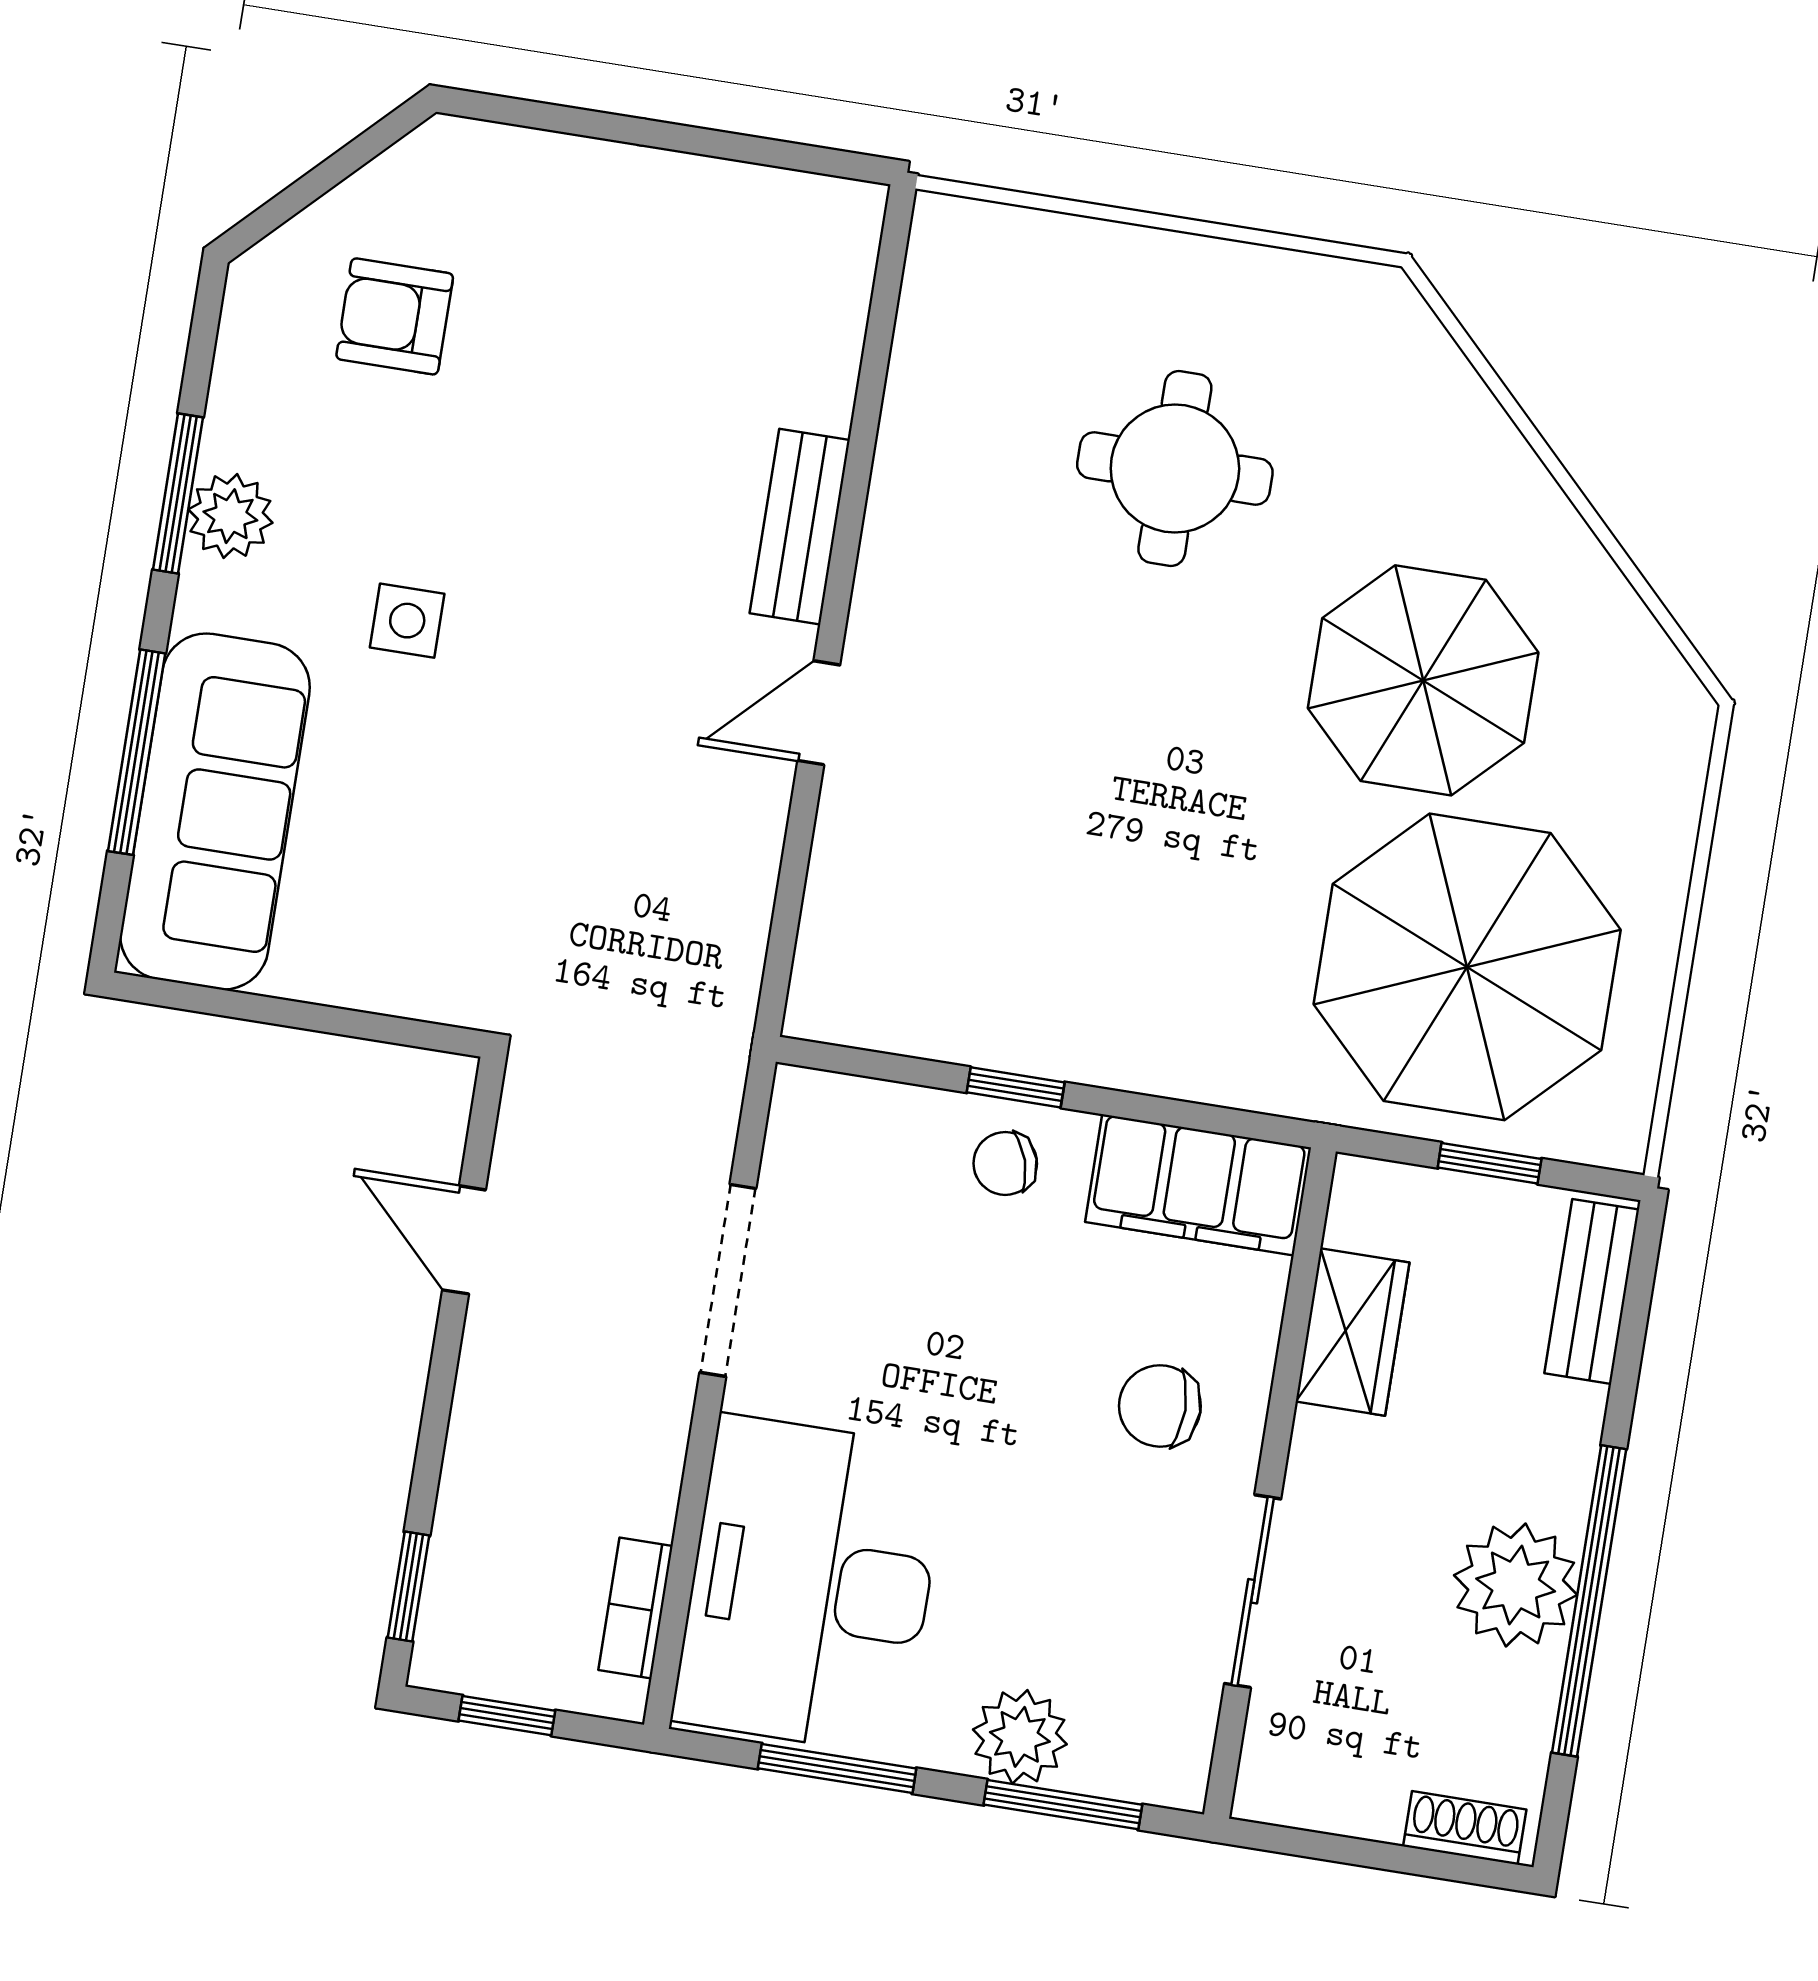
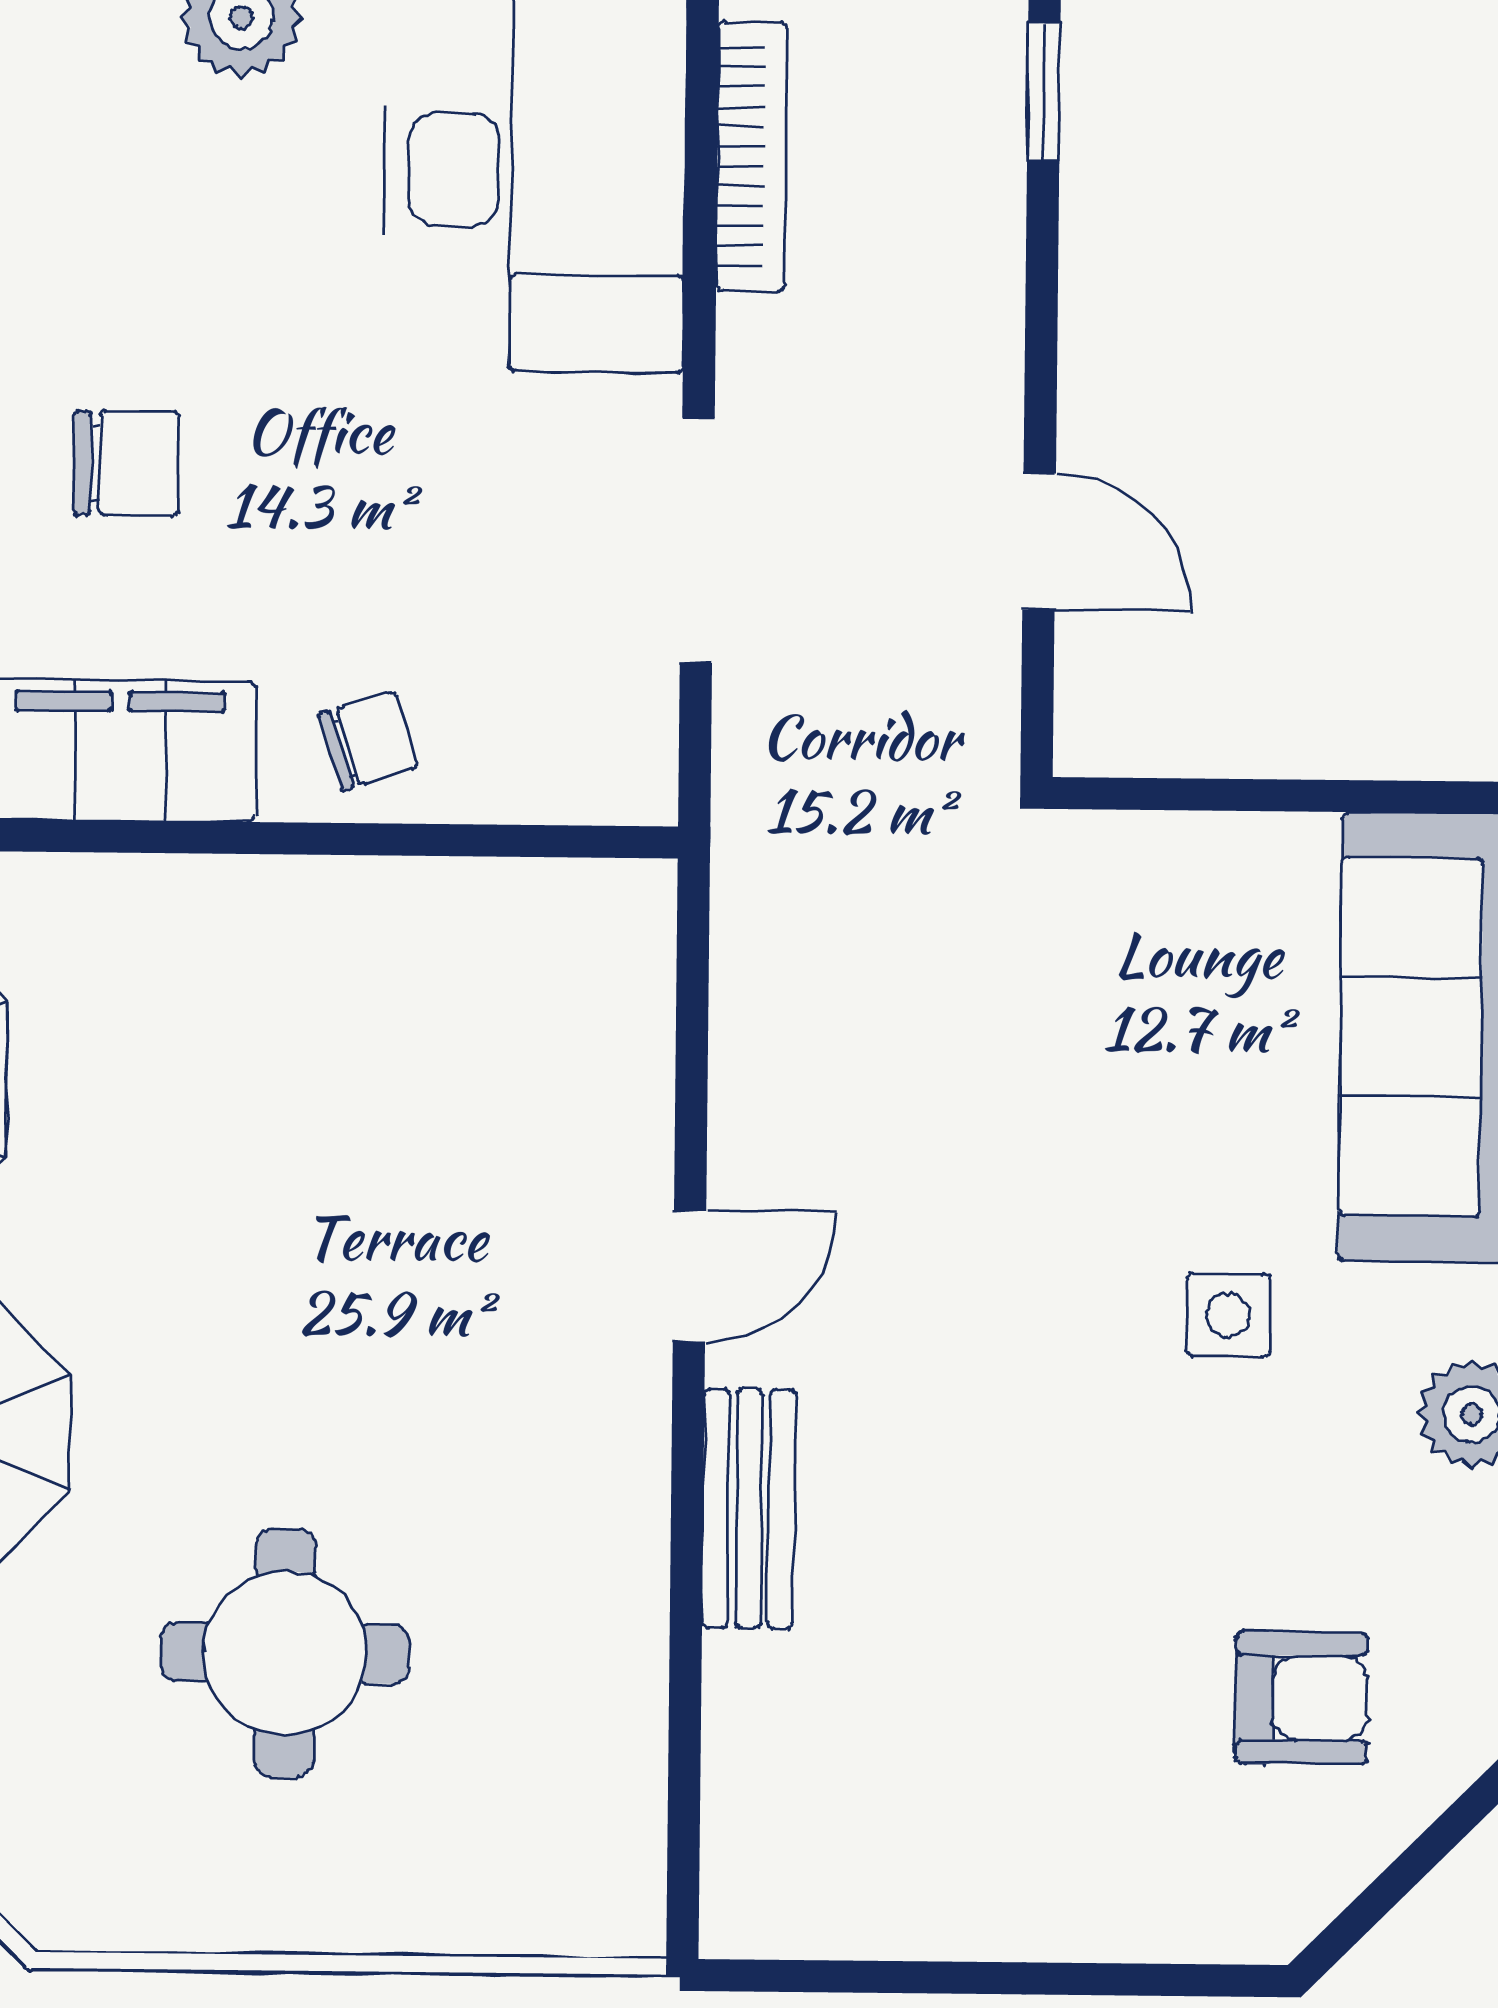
window: (1016, 1087) -> (369, 839), removed
bookcase: (635, 1608) -> (752, 156), width x1.56

